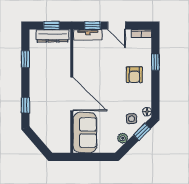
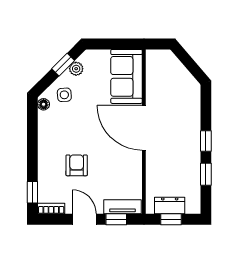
dresser: (53, 36) -> (170, 206), width x0.70
window: (155, 62) -> (32, 192), moved
armchair: (134, 75) -> (77, 165), moved
window: (25, 105) -> (206, 141), moved
window: (142, 132) -> (63, 65), moved

